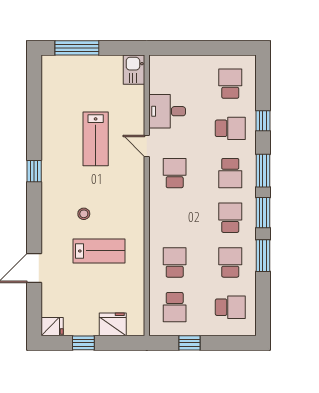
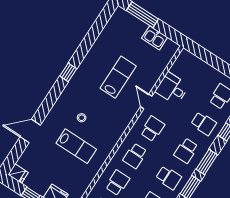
kitchen sink: (134, 70) -> (155, 38), moved, turned -90
lab bench: (96, 139) -> (118, 77), turned 180
school desk: (175, 218) -> (135, 156), added
school desk: (230, 218) -> (169, 178), turned 90

